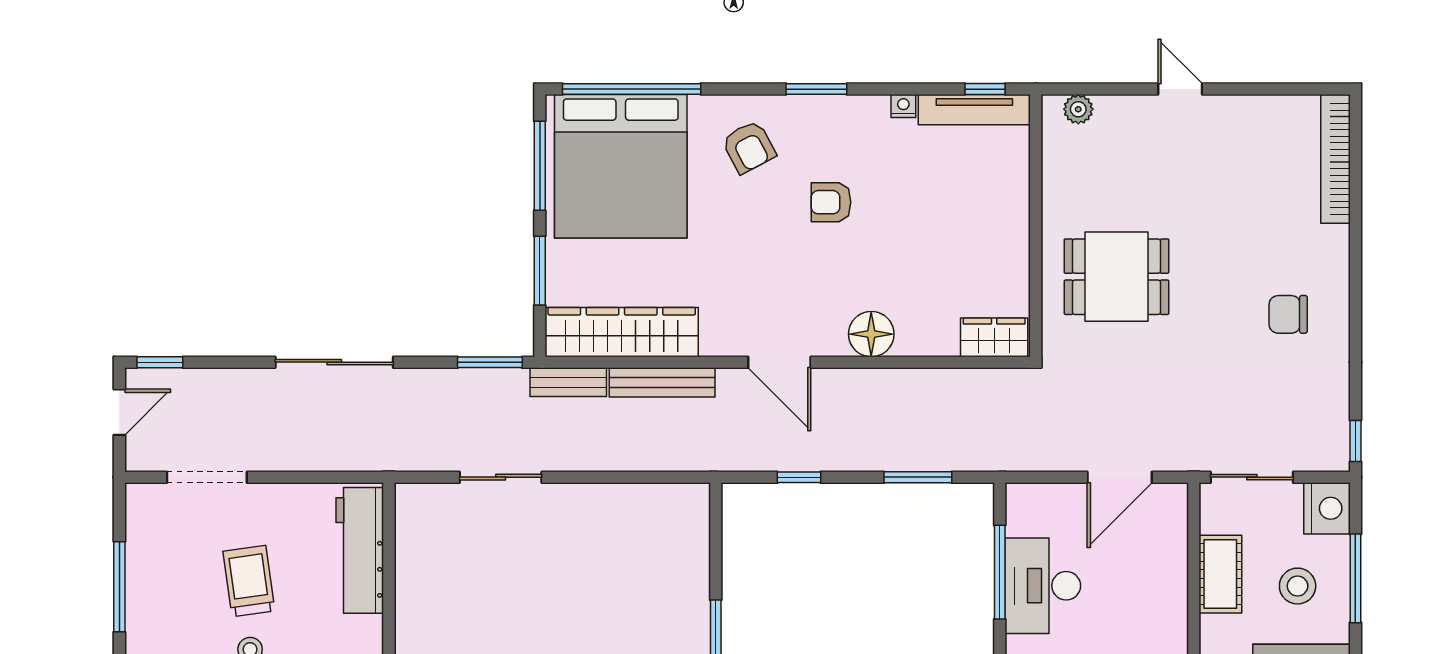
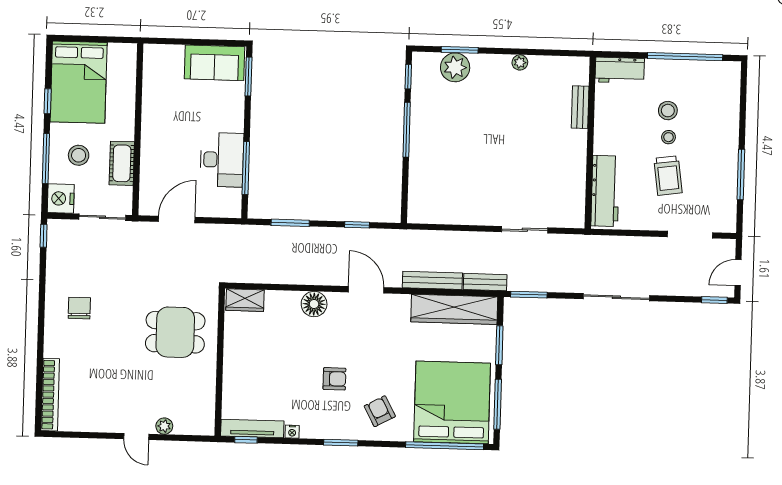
plant: (1078, 109) -> (164, 426), moved
chair: (1288, 314) -> (79, 308), turned -90

